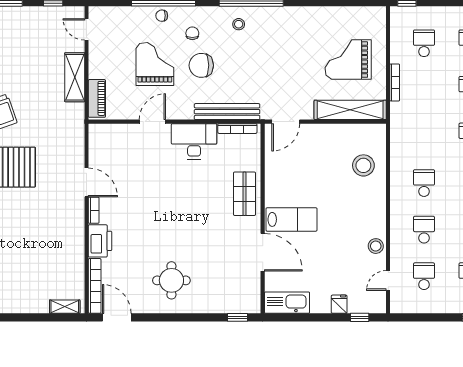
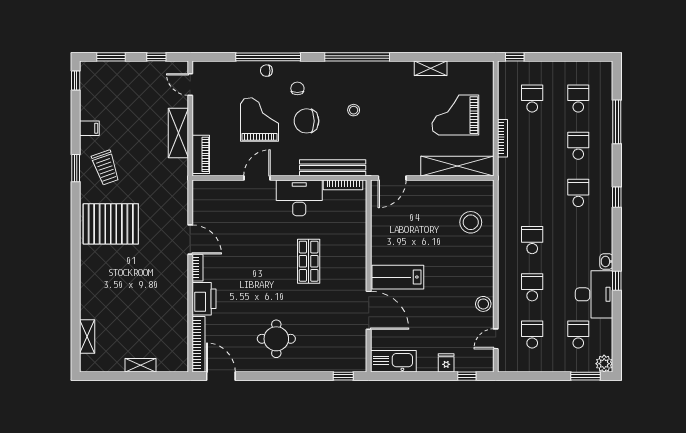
shelving: (324, 13) -> (431, 68), added
stool: (239, 24) -> (354, 110), moved
shop shelf: (244, 194) -> (309, 261), moved
lab bench: (291, 219) -> (398, 277), turned 180
shelving: (65, 307) -> (141, 365), moved

